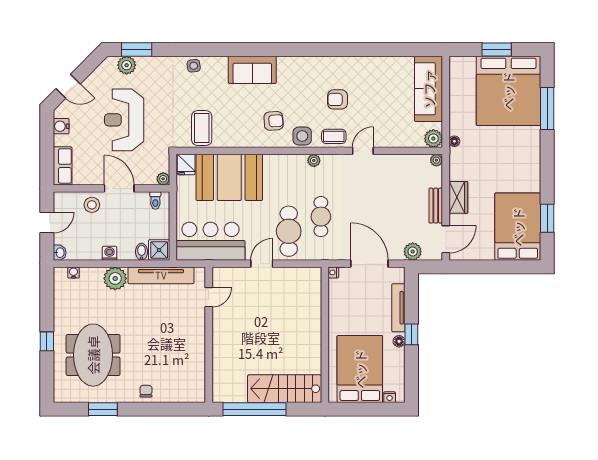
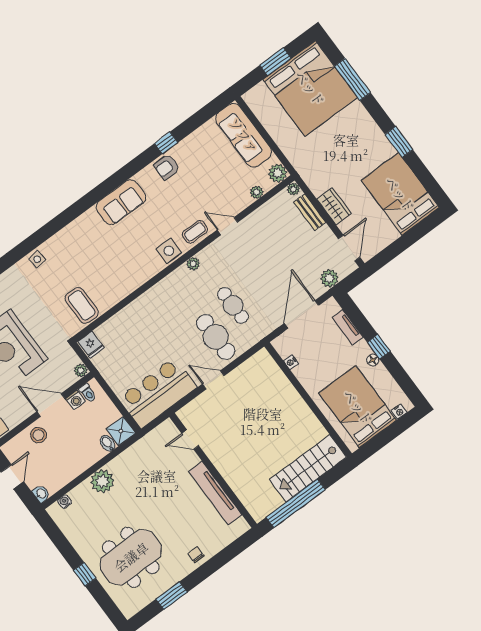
window: (363, 50) -> (166, 143), added
sofa: (252, 70) -> (121, 202), moved
armchair: (338, 99) -> (167, 167), moved
armchair: (274, 121) -> (136, 256), removed
plant: (406, 141) -> (257, 192), added
floor lamp: (454, 141) -> (297, 163), removed
door: (363, 151) -> (227, 226), hinge flipped
booth: (229, 177) -> (134, 329), removed
bench: (436, 206) -> (310, 212), moved
window: (547, 218) -> (399, 142), moved
washing machine: (109, 253) -> (75, 400), moved, turned 180
door: (262, 264) -> (213, 380), hinge flipped
door: (369, 264) -> (301, 314), hinge flipped
nightstand: (333, 272) -> (291, 362), moved
tv unit: (161, 275) -> (215, 493), moved, turned 90
door: (209, 297) -> (190, 440), swing flipped
tv unit: (398, 308) -> (348, 327), width x0.71
meeting table: (93, 355) -> (131, 557), turned 90

